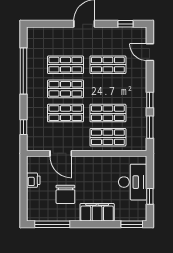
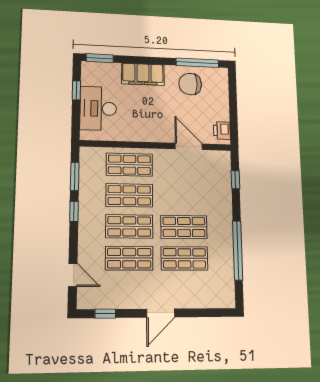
shop shelf: (65, 113) -> (129, 226), moved
printer: (33, 180) -> (222, 131), moved
chair: (65, 194) -> (190, 84), moved, turned -90

